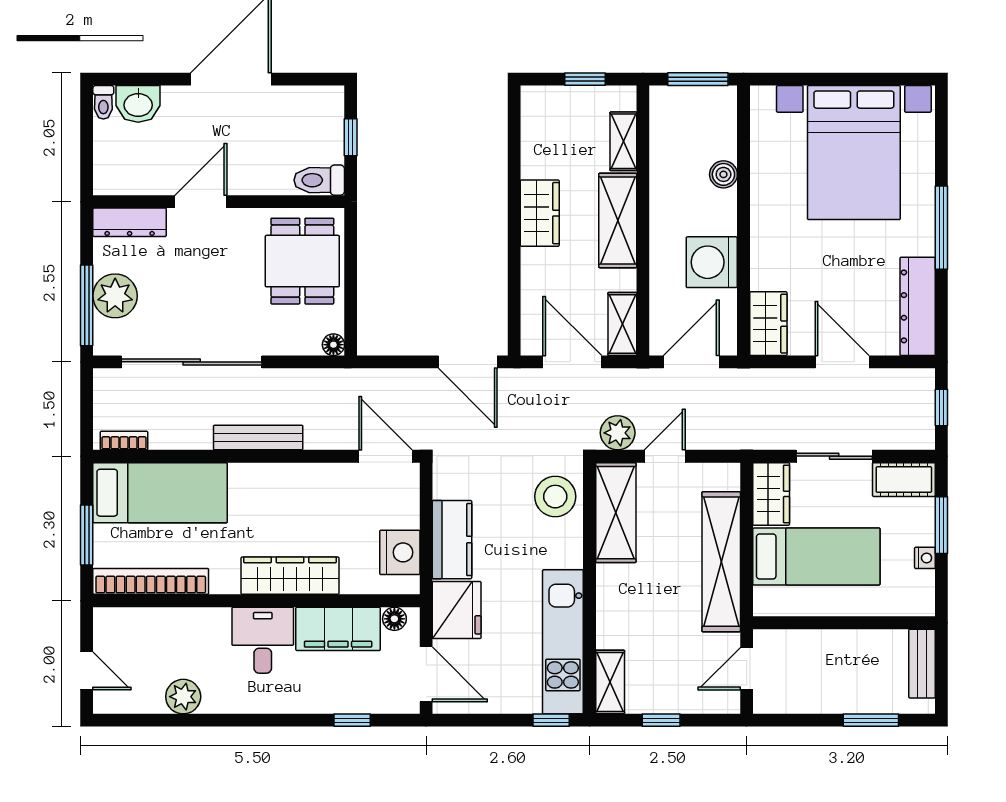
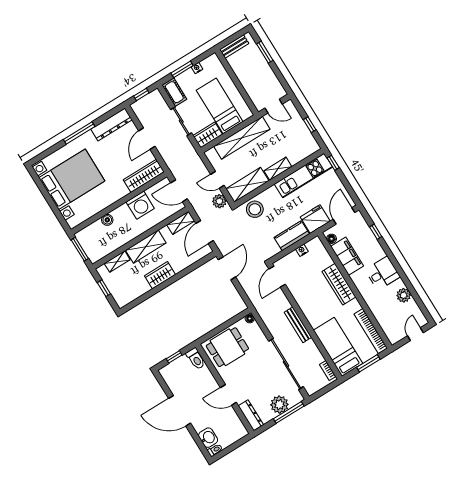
wardrobe: (768, 324) -> (144, 176), width x1.50
nightstand: (400, 552) -> (302, 250), width x0.53, depth x0.56
desk: (263, 640) -> (382, 273), moved, turned 180
shelving: (610, 682) -> (278, 169), moved

